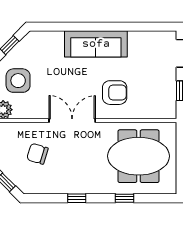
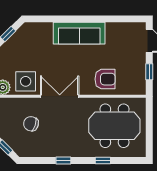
side table: (18, 81) -> (26, 81), moved
armchair: (115, 93) -> (105, 79), moved

